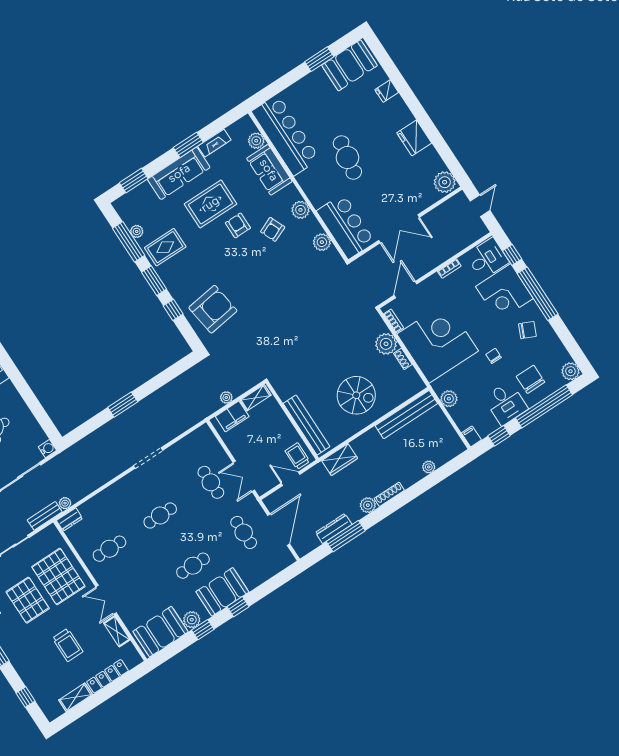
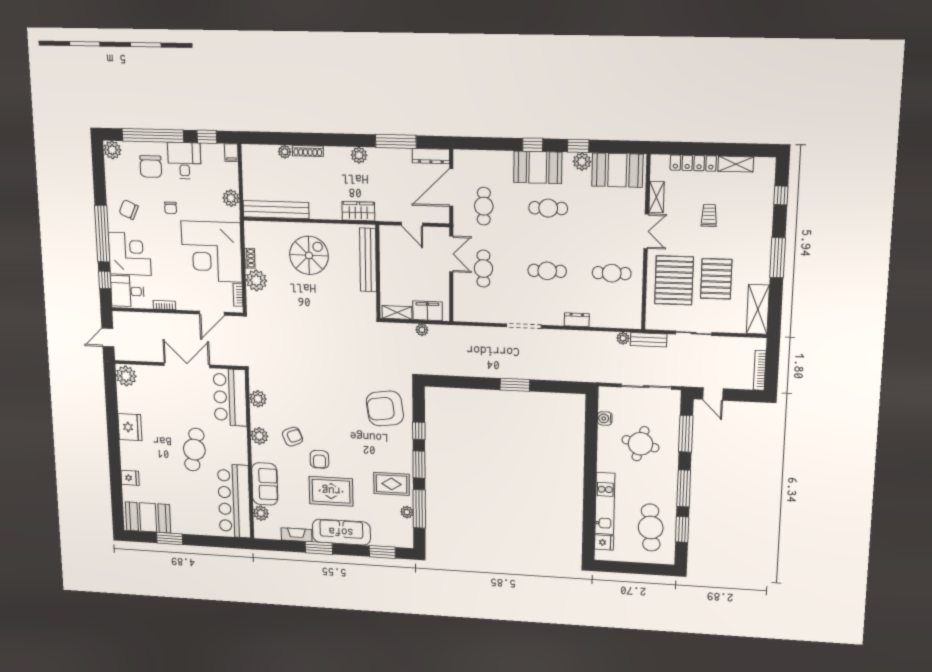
spiral stairs: (356, 395) -> (309, 255), turned 90
water cooler: (47, 449) -> (605, 418), moved
trolley: (297, 456) -> (393, 239), removed
shoe rack: (389, 494) -> (308, 151), moved
dresser: (70, 519) -> (577, 320), moved
dresser: (334, 529) -> (431, 156), moved
trolley: (68, 645) -> (709, 215), width x0.73, depth x0.72

